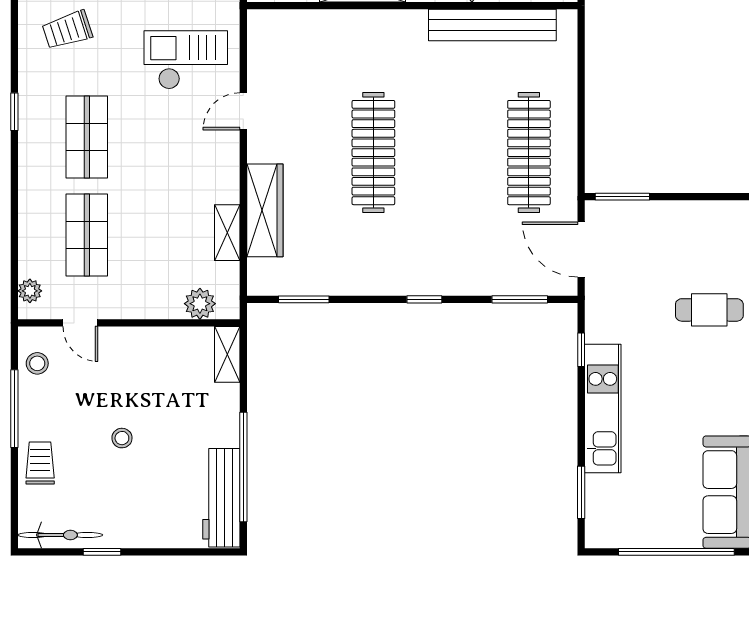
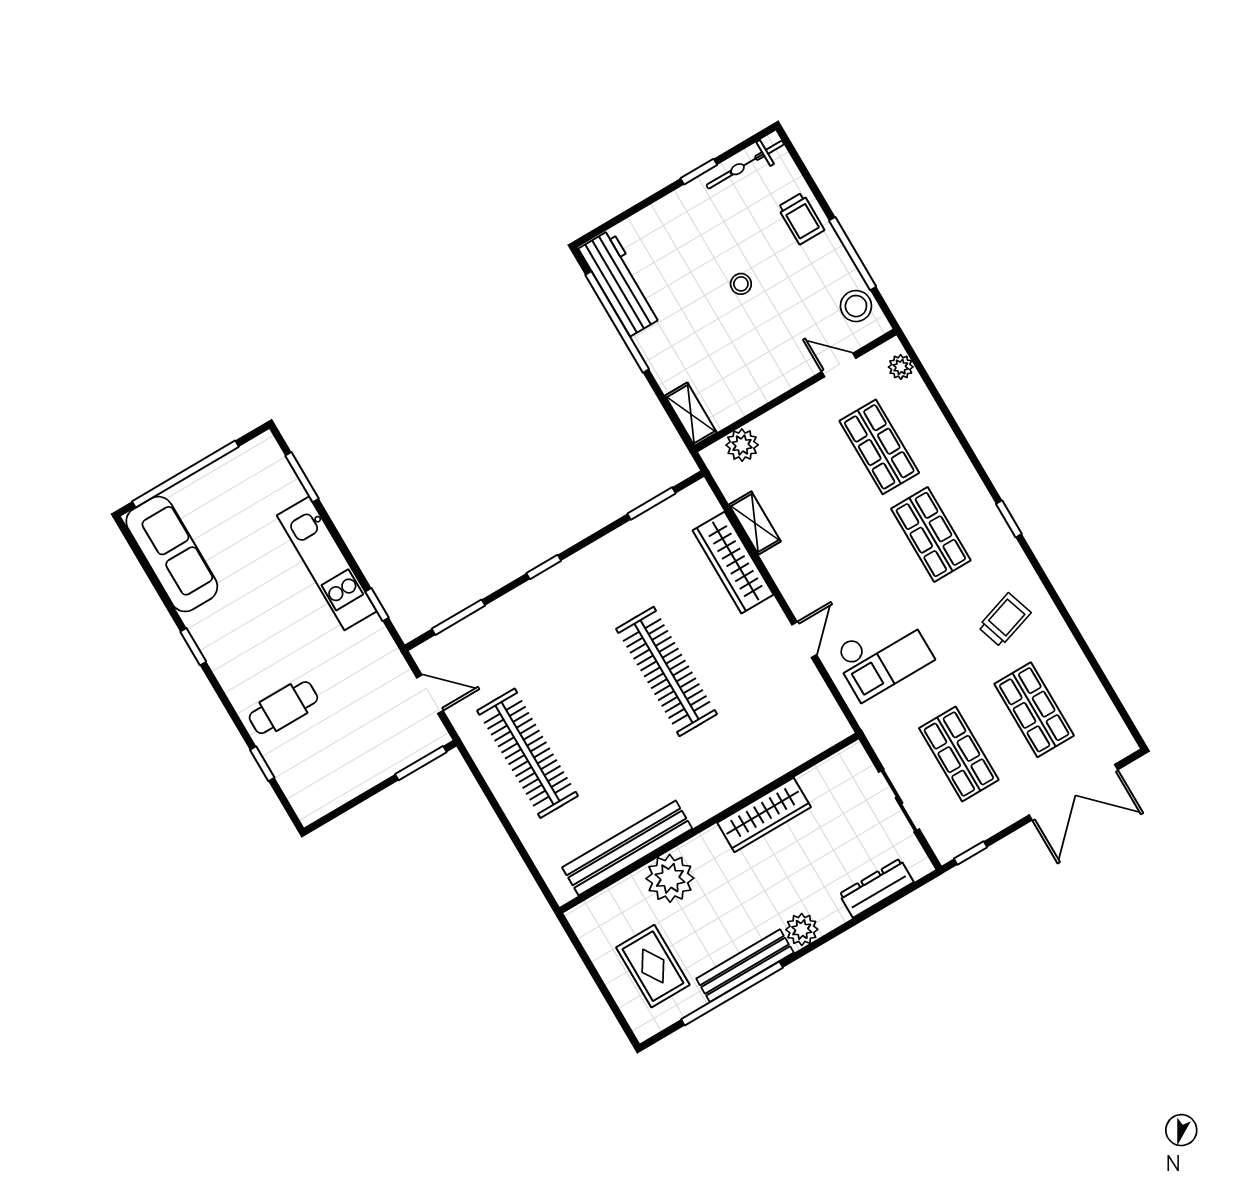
door: (581, 249) -> (430, 694), width x0.73
stool: (37, 363) -> (856, 306), width x1.37, depth x1.37

